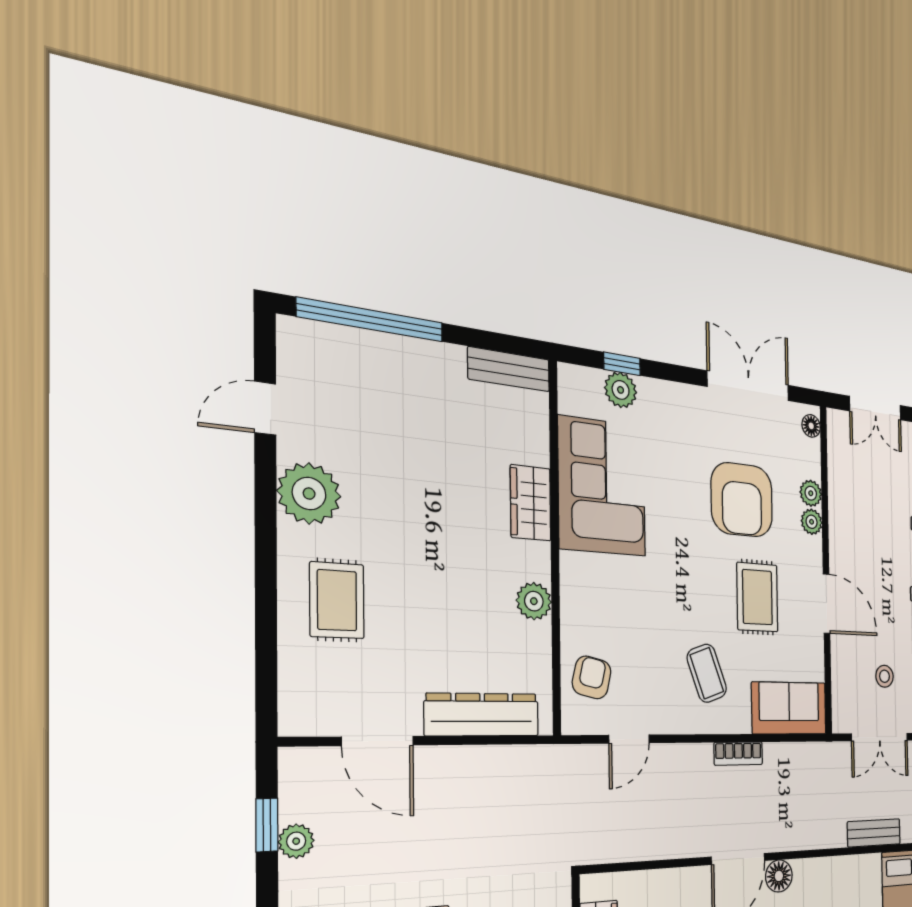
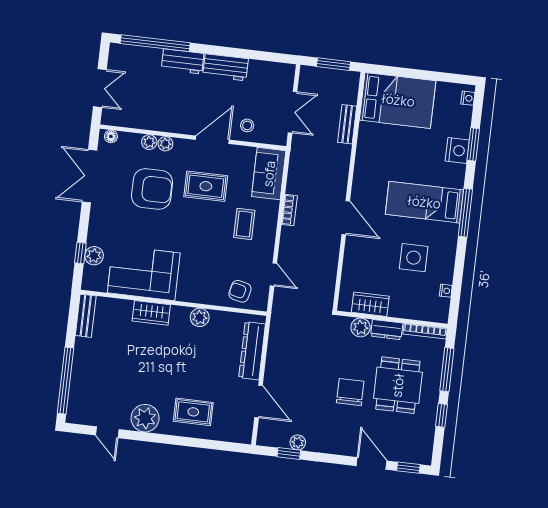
coffee table: (707, 673) -> (244, 224), turned -70
stool: (884, 676) -> (247, 125), moved
door: (378, 741) -> (259, 402), hinge flipped
floor lamp: (779, 876) -> (360, 193), removed

